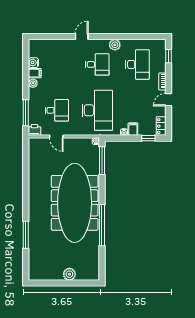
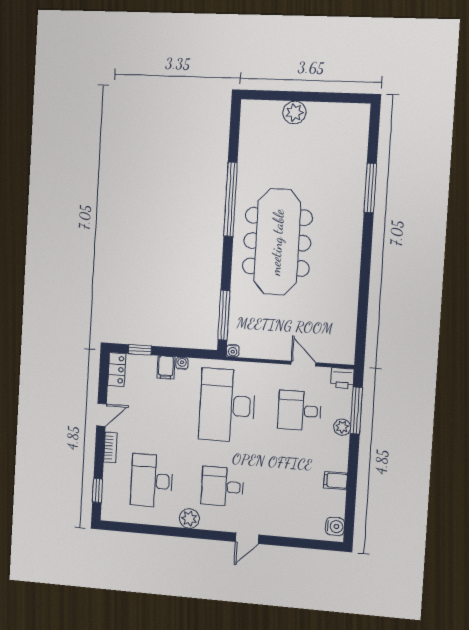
water cooler: (33, 63) -> (335, 526), moved
plant: (33, 83) -> (342, 427), moved
meeting table: (75, 203) -> (277, 242), width x0.73, depth x0.79

